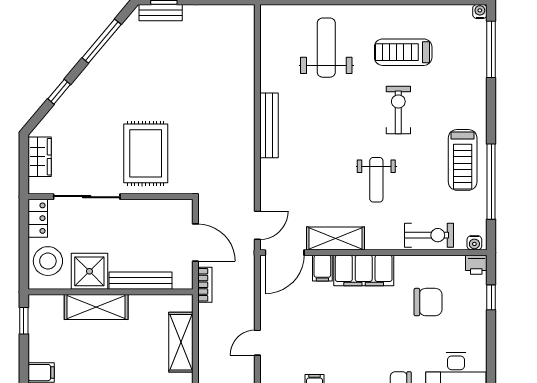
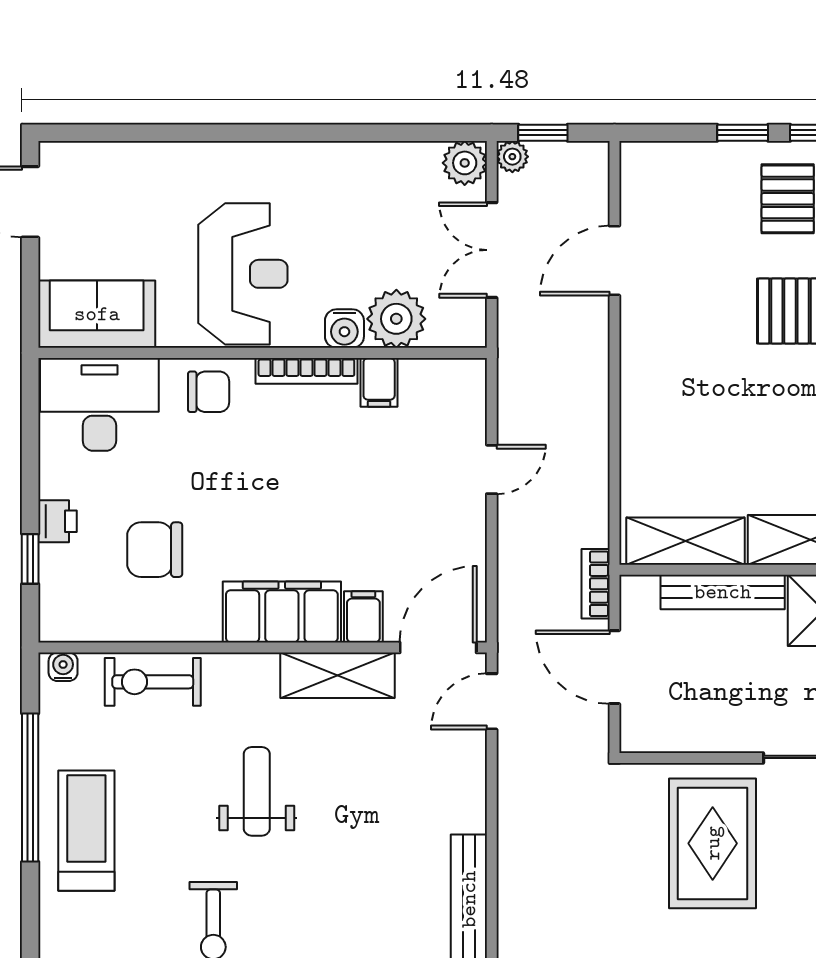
printer: (476, 265) -> (57, 521), moved, turned 90
shelving: (181, 342) -> (686, 541), moved, turned 90

